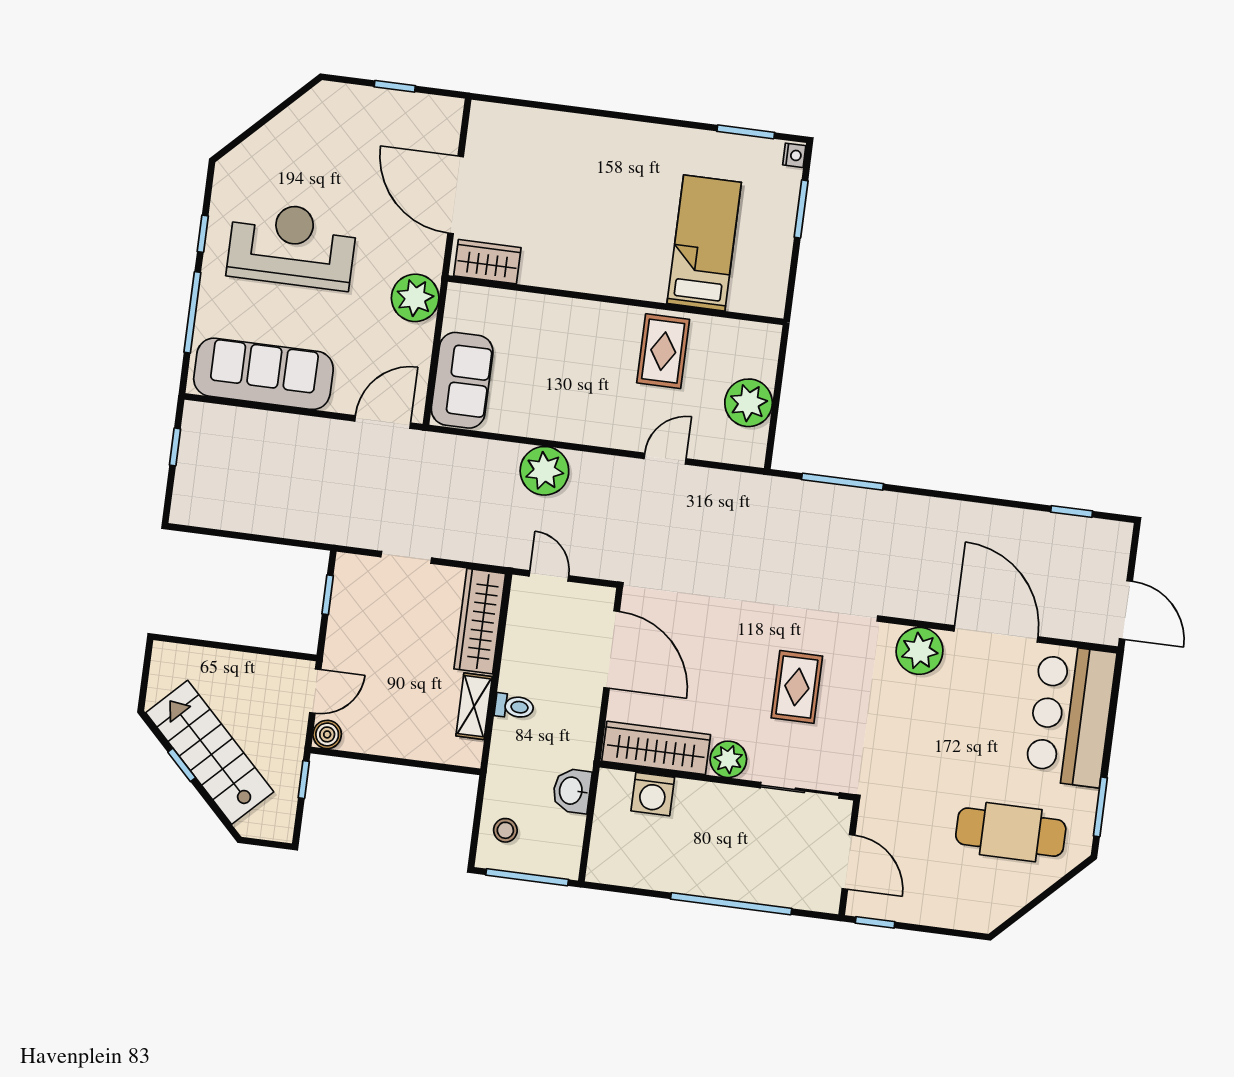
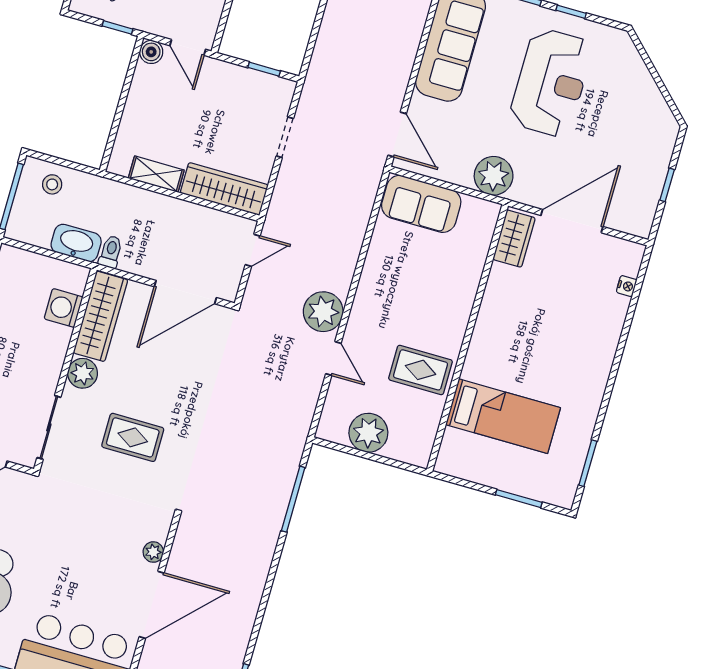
nightstand: (794, 155) -> (627, 286), moved, turned -90
plant: (544, 471) -> (323, 312), moved
plant: (919, 651) -> (153, 552), width x0.53, depth x0.53
toilet: (514, 706) -> (111, 252), moved, turned 180
washbasin: (572, 791) -> (76, 243), width x1.38

